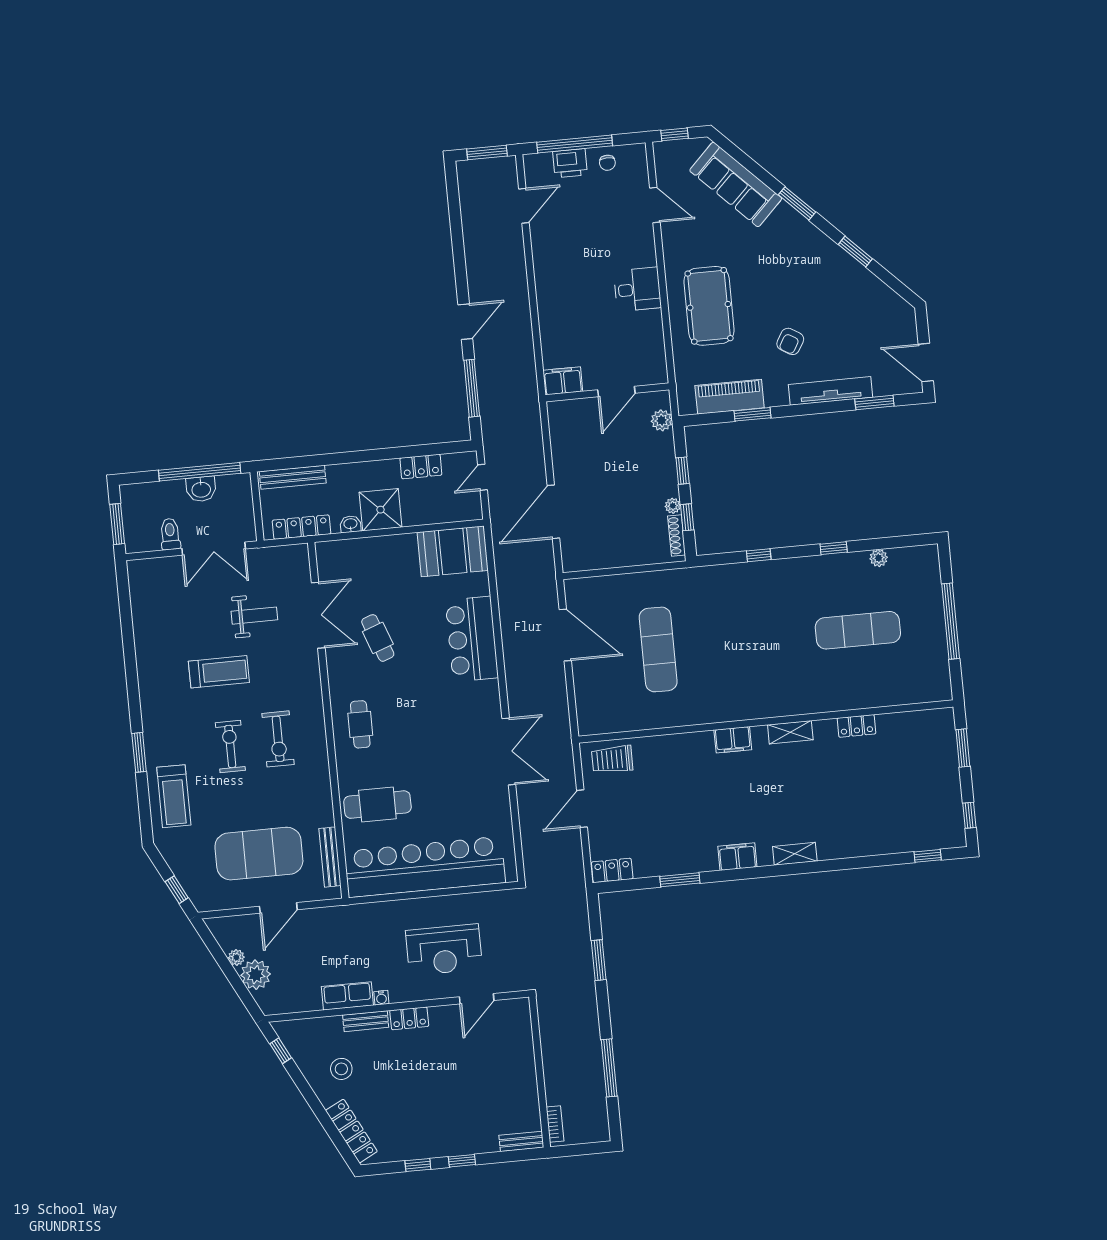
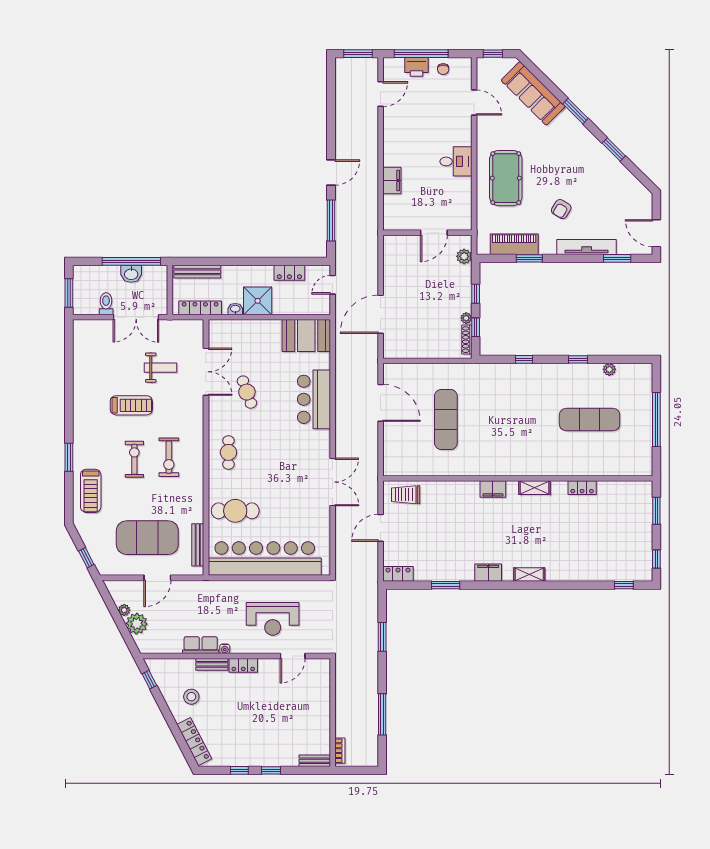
filing cabinet: (563, 381) -> (392, 181), moved, turned 90

